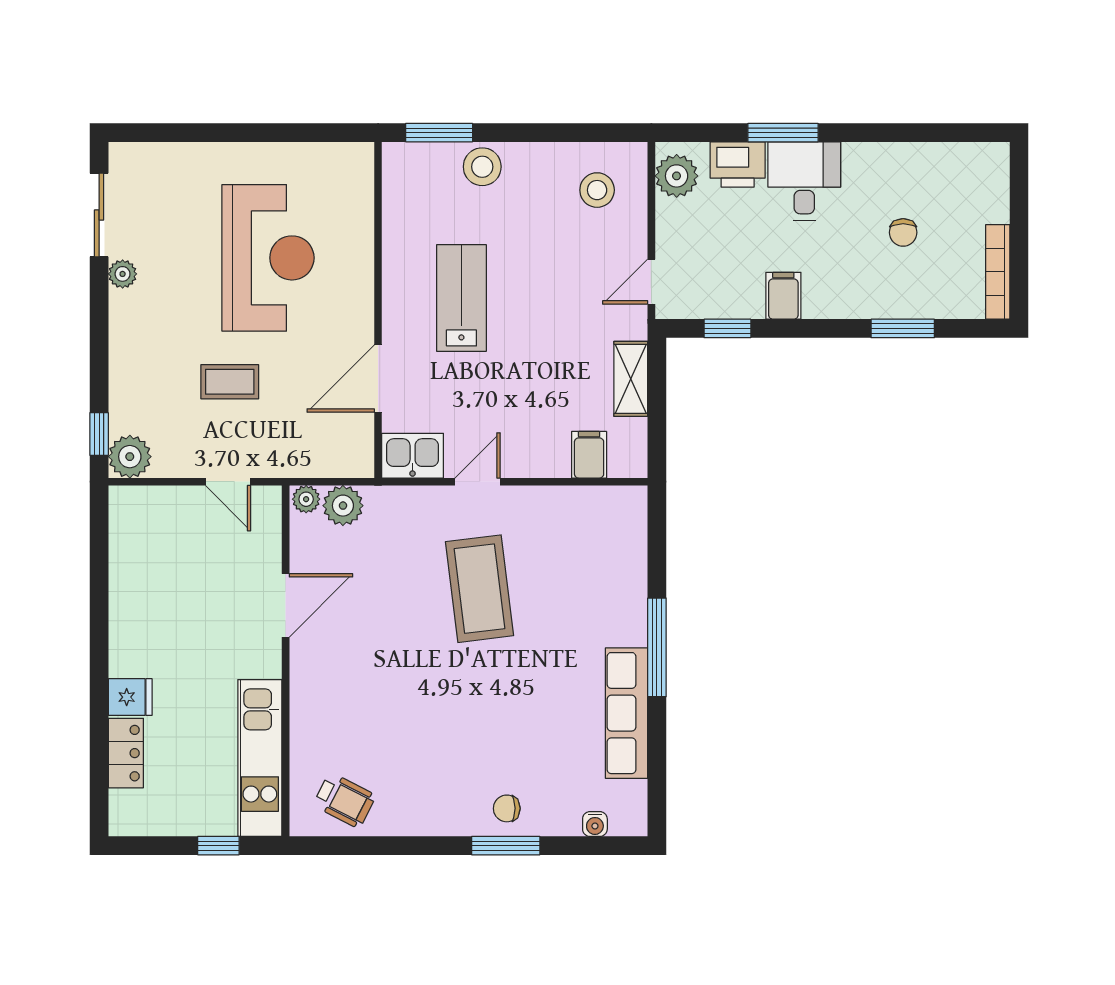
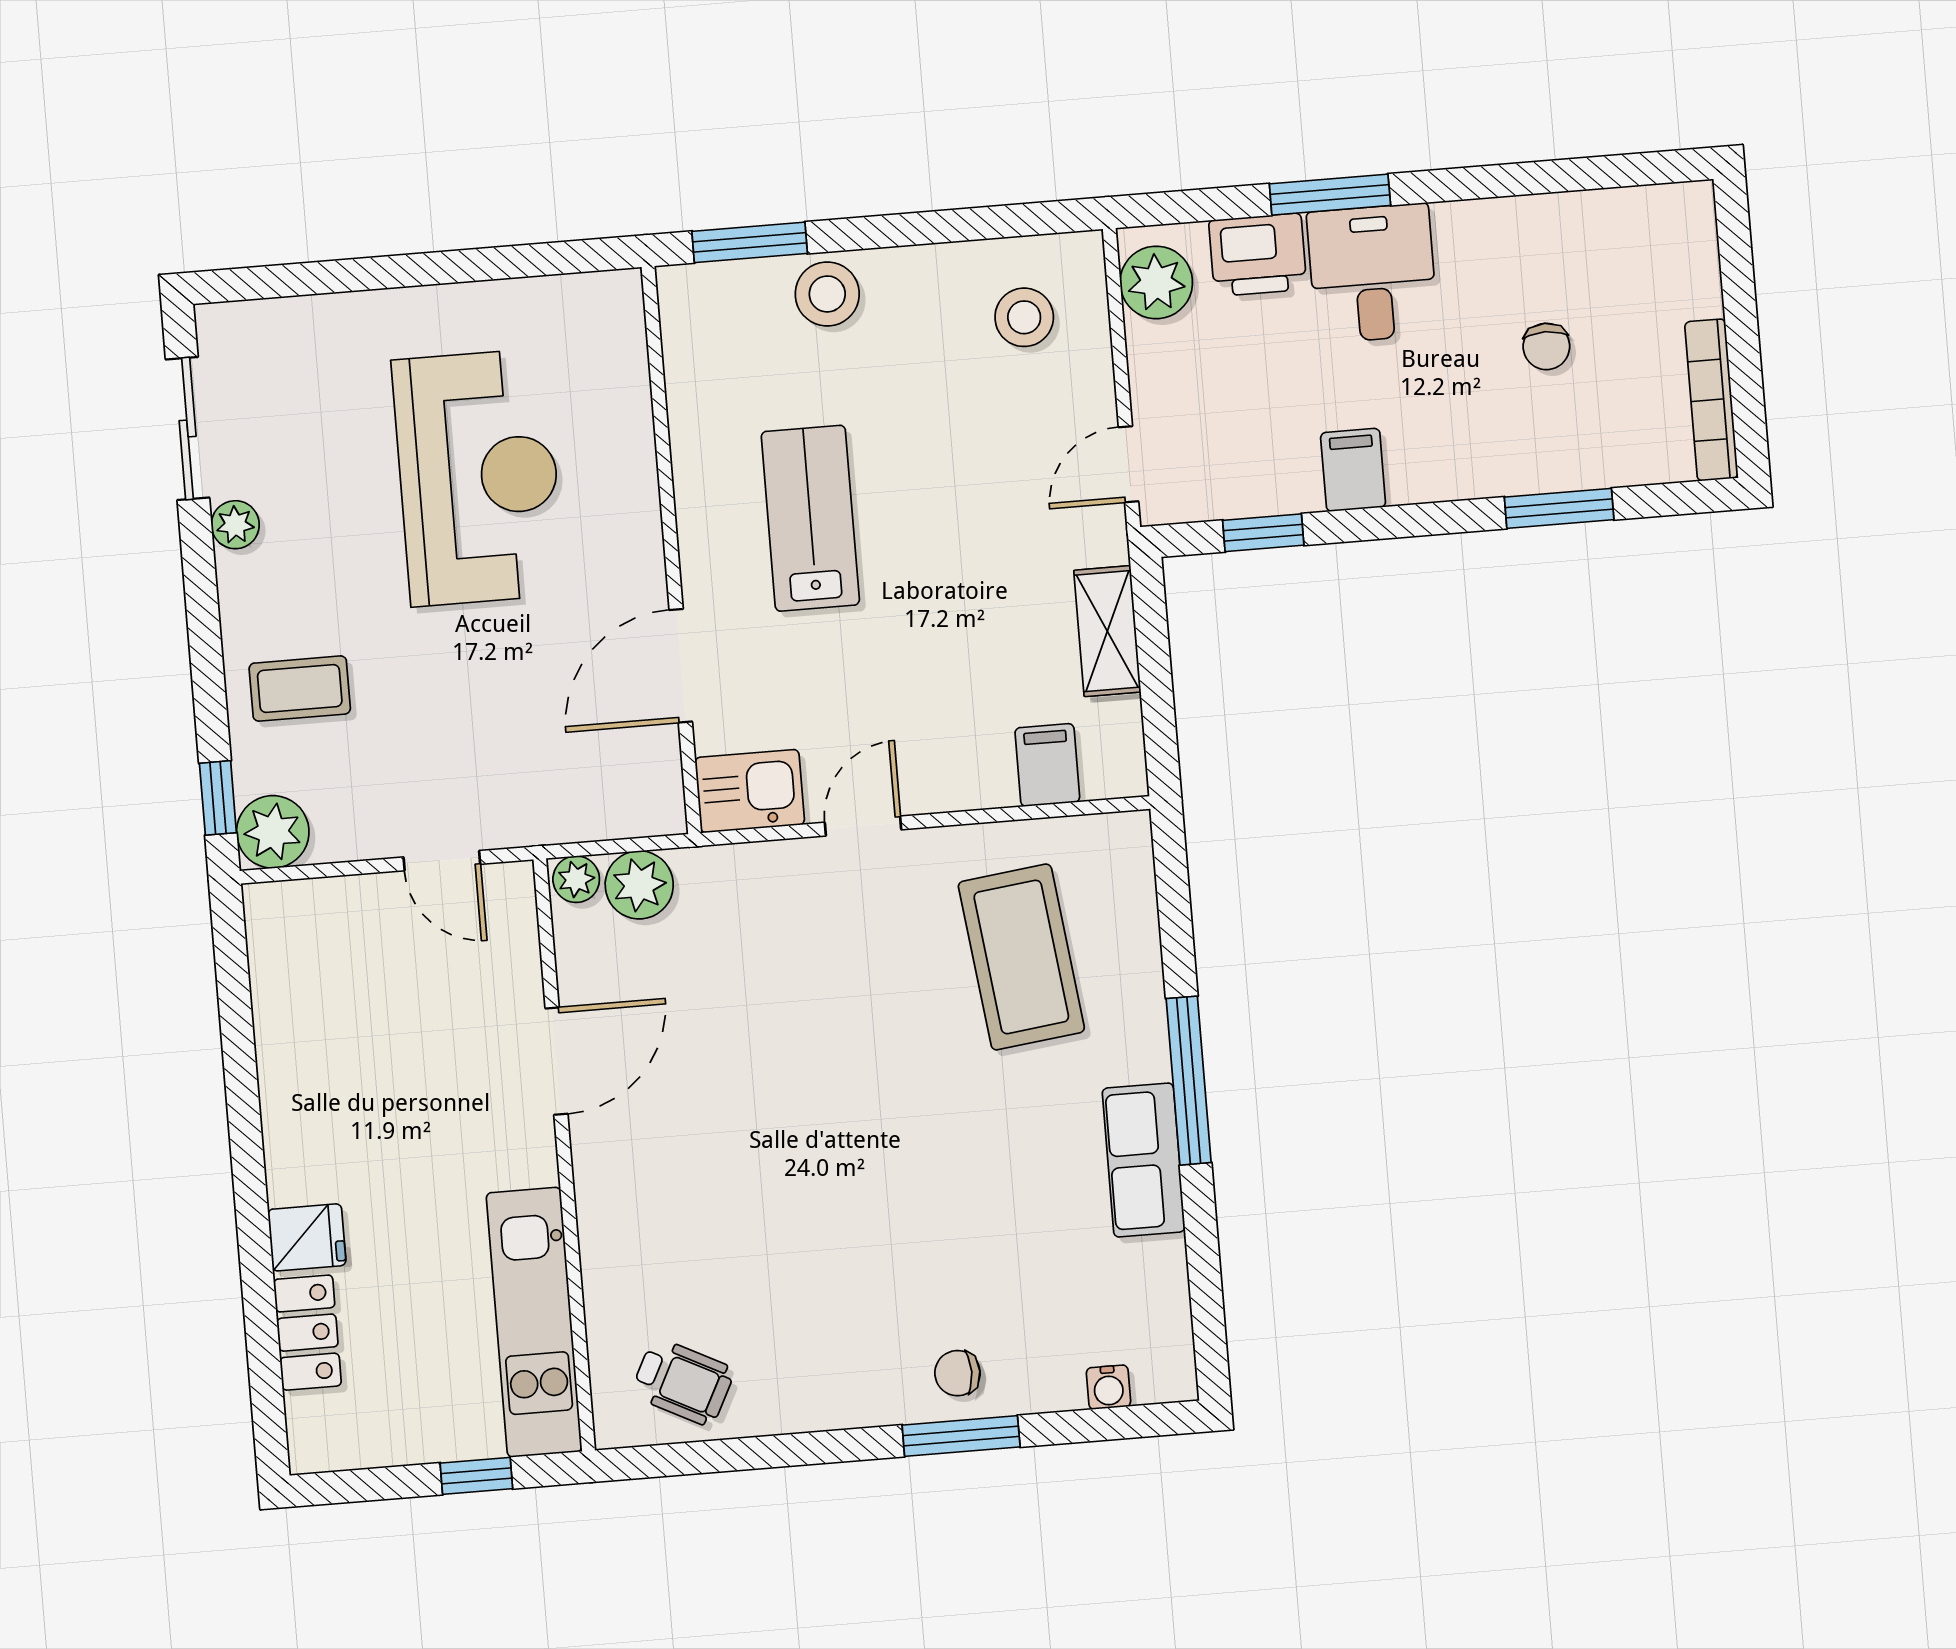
coffee table: (230, 382) -> (300, 689), moved
coffee table: (480, 589) -> (1021, 957), moved
row of seats: (627, 713) -> (1144, 1160), width x0.68

